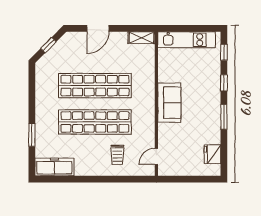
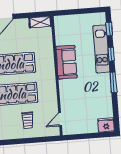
kitchen unit: (187, 40) -> (101, 49), moved, turned 90
sofa: (169, 103) -> (66, 62), moved
fridge: (213, 154) -> (106, 125), moved, turned 90

